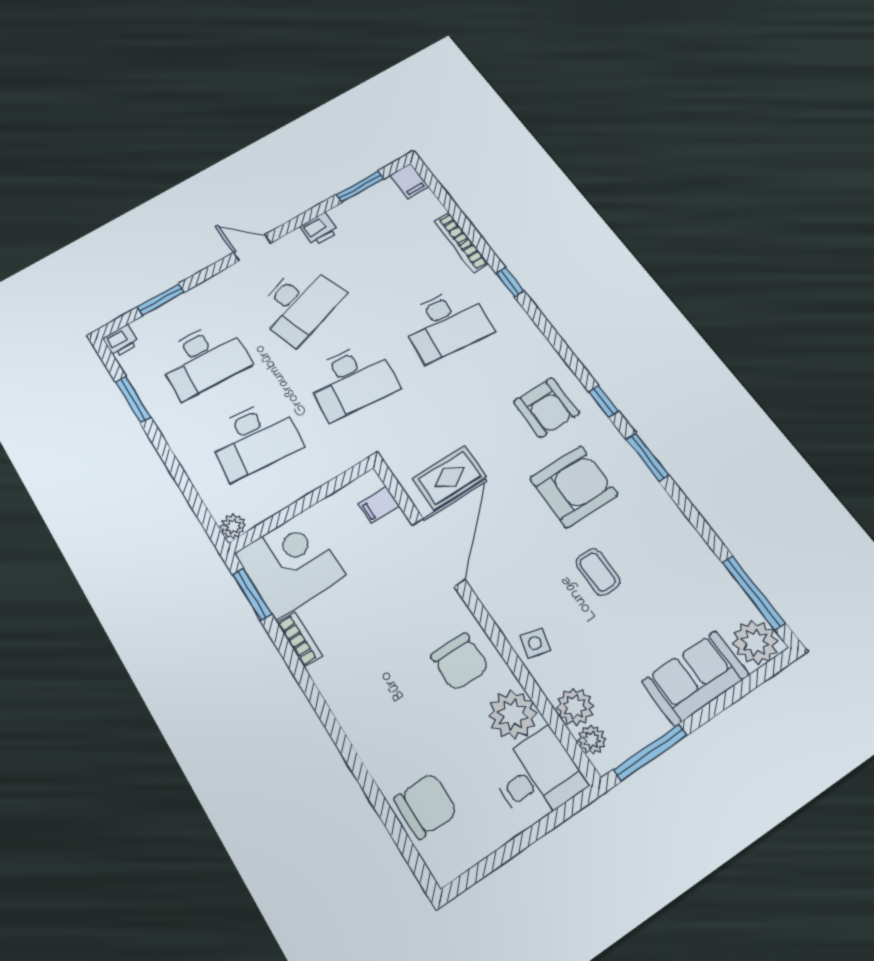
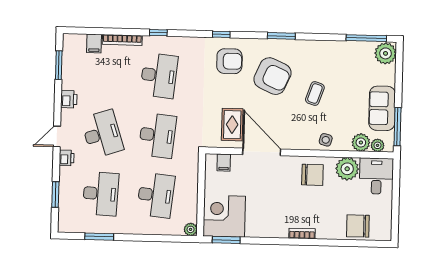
filing cabinet: (409, 181) -> (94, 43), moved, turned 90
printer: (121, 341) -> (67, 158), moved
window: (603, 401) -> (221, 34), moved
armchair: (574, 487) -> (273, 76), turned 114
coffee table: (598, 572) -> (315, 94), turned -71
bookcase: (299, 639) -> (302, 234), moved
sofa: (695, 678) -> (382, 108), moved
chair: (426, 806) -> (358, 226), turned -90

